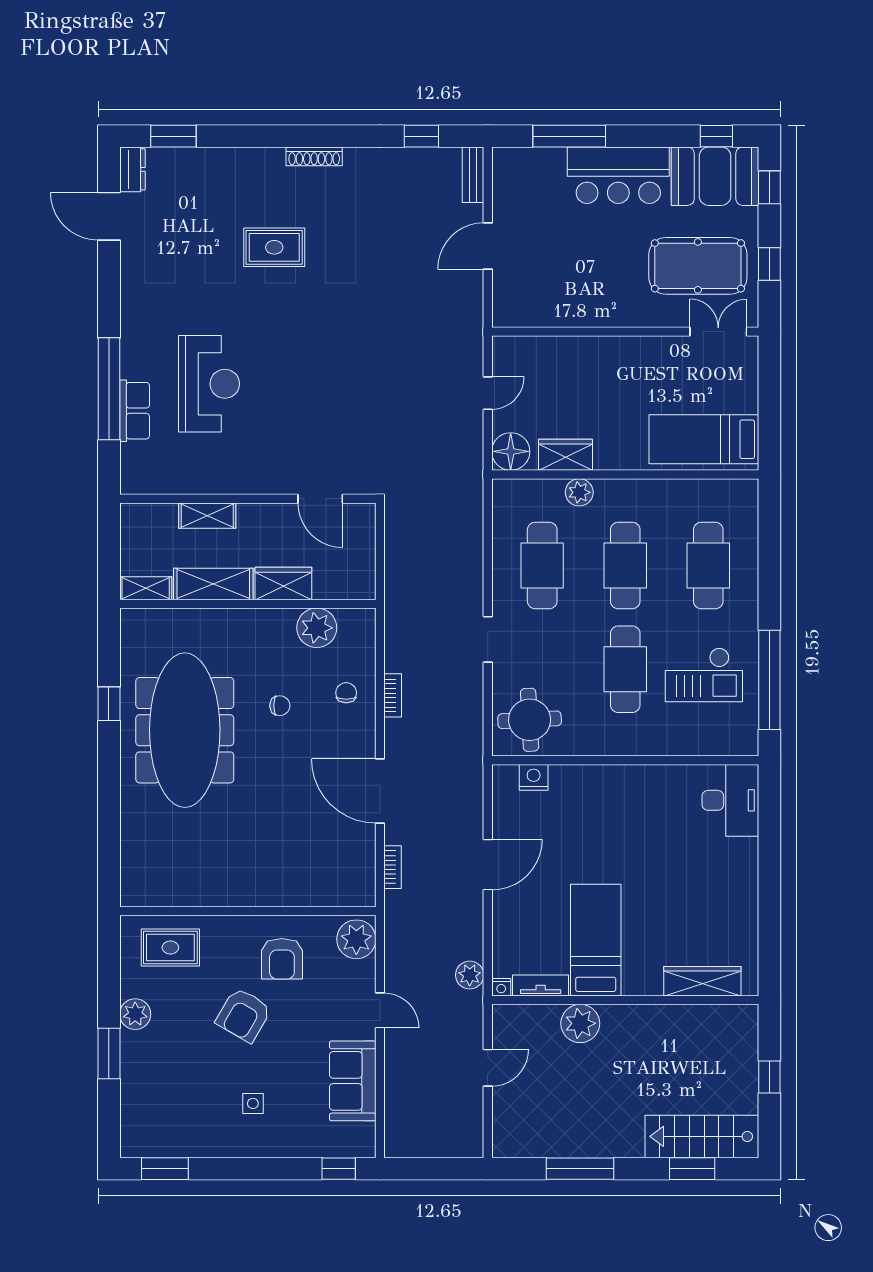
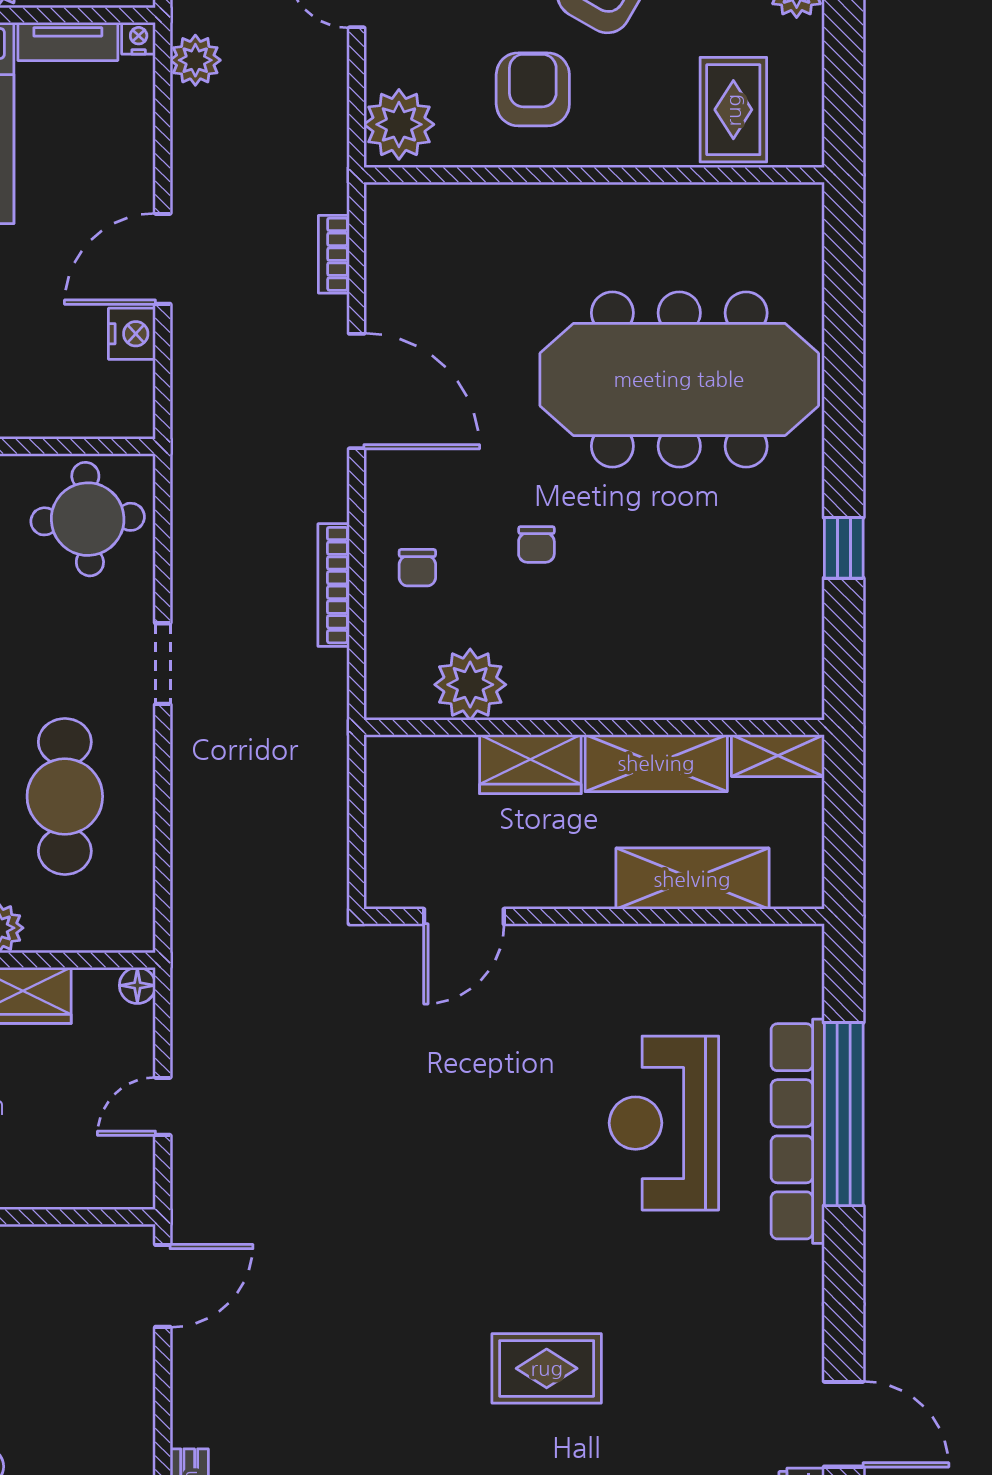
door: (488, 246) -> (163, 1286), moved
row of seats: (135, 411) -> (798, 1131), width x2.02
floor lamp: (511, 451) -> (137, 985), width x0.53, depth x0.53
door: (320, 499) -> (464, 916), swing flipped
shelving: (207, 516) -> (692, 879), width x1.50, depth x1.33
bookcase: (393, 695) -> (334, 585), width x1.56
chair: (280, 706) -> (536, 544), turned -90
meeting table: (185, 730) -> (679, 379), moved, turned 90
nightstand: (534, 777) -> (132, 334), moved, turned -90
rug: (170, 948) -> (733, 110), turned 90

